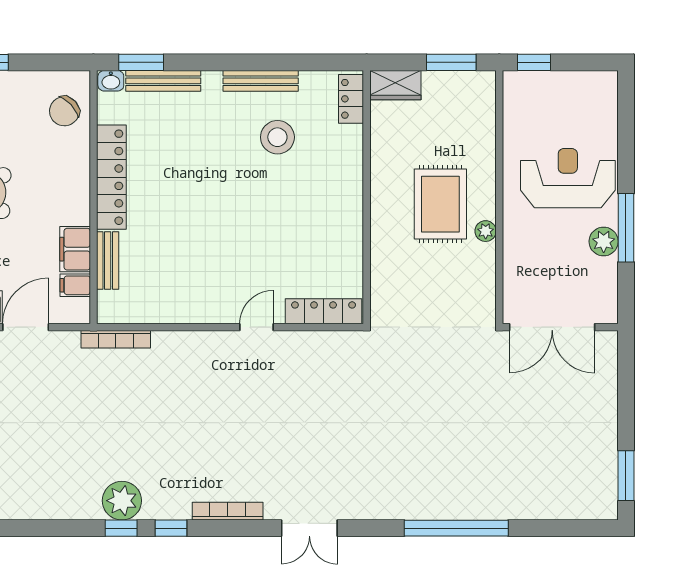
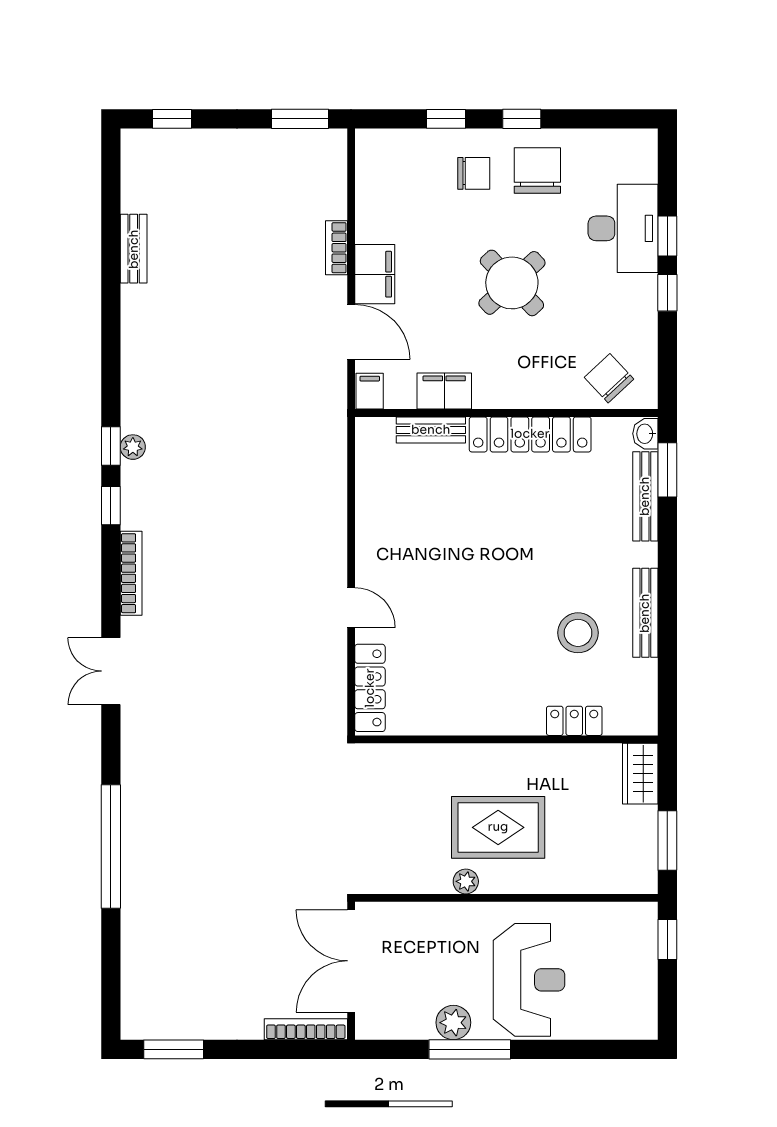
locker: (351, 99) -> (574, 721), moved
filing cabinet: (75, 285) -> (370, 391), moved
bookcase: (116, 339) -> (306, 1029), moved, turned 90
plant: (122, 501) -> (133, 447), width x0.53, depth x0.53

